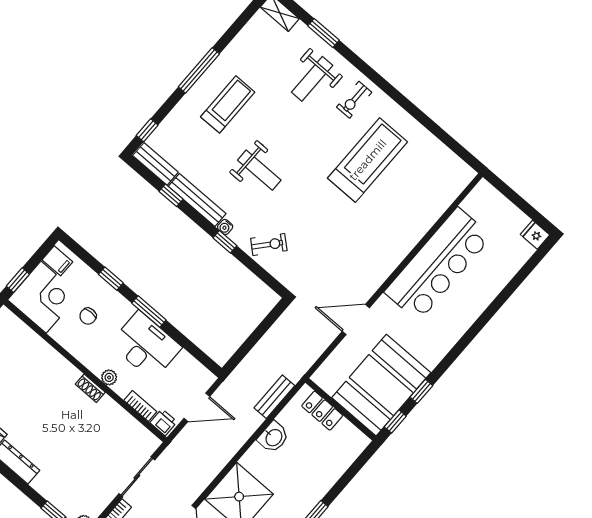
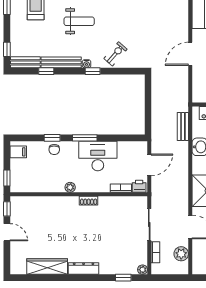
corner desk: (44, 297) -> (27, 176), removed
chair: (88, 316) -> (54, 150), moved
plant: (109, 377) -> (70, 187), moved

